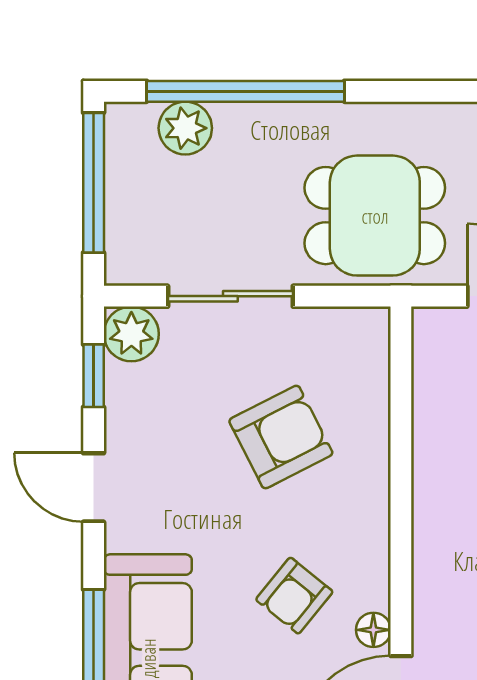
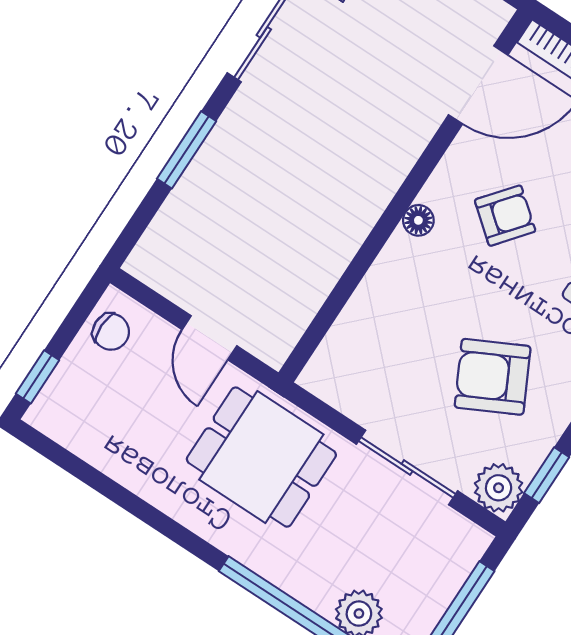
armchair: (281, 437) -> (493, 377), moved
floor lamp: (373, 630) -> (418, 220), moved

